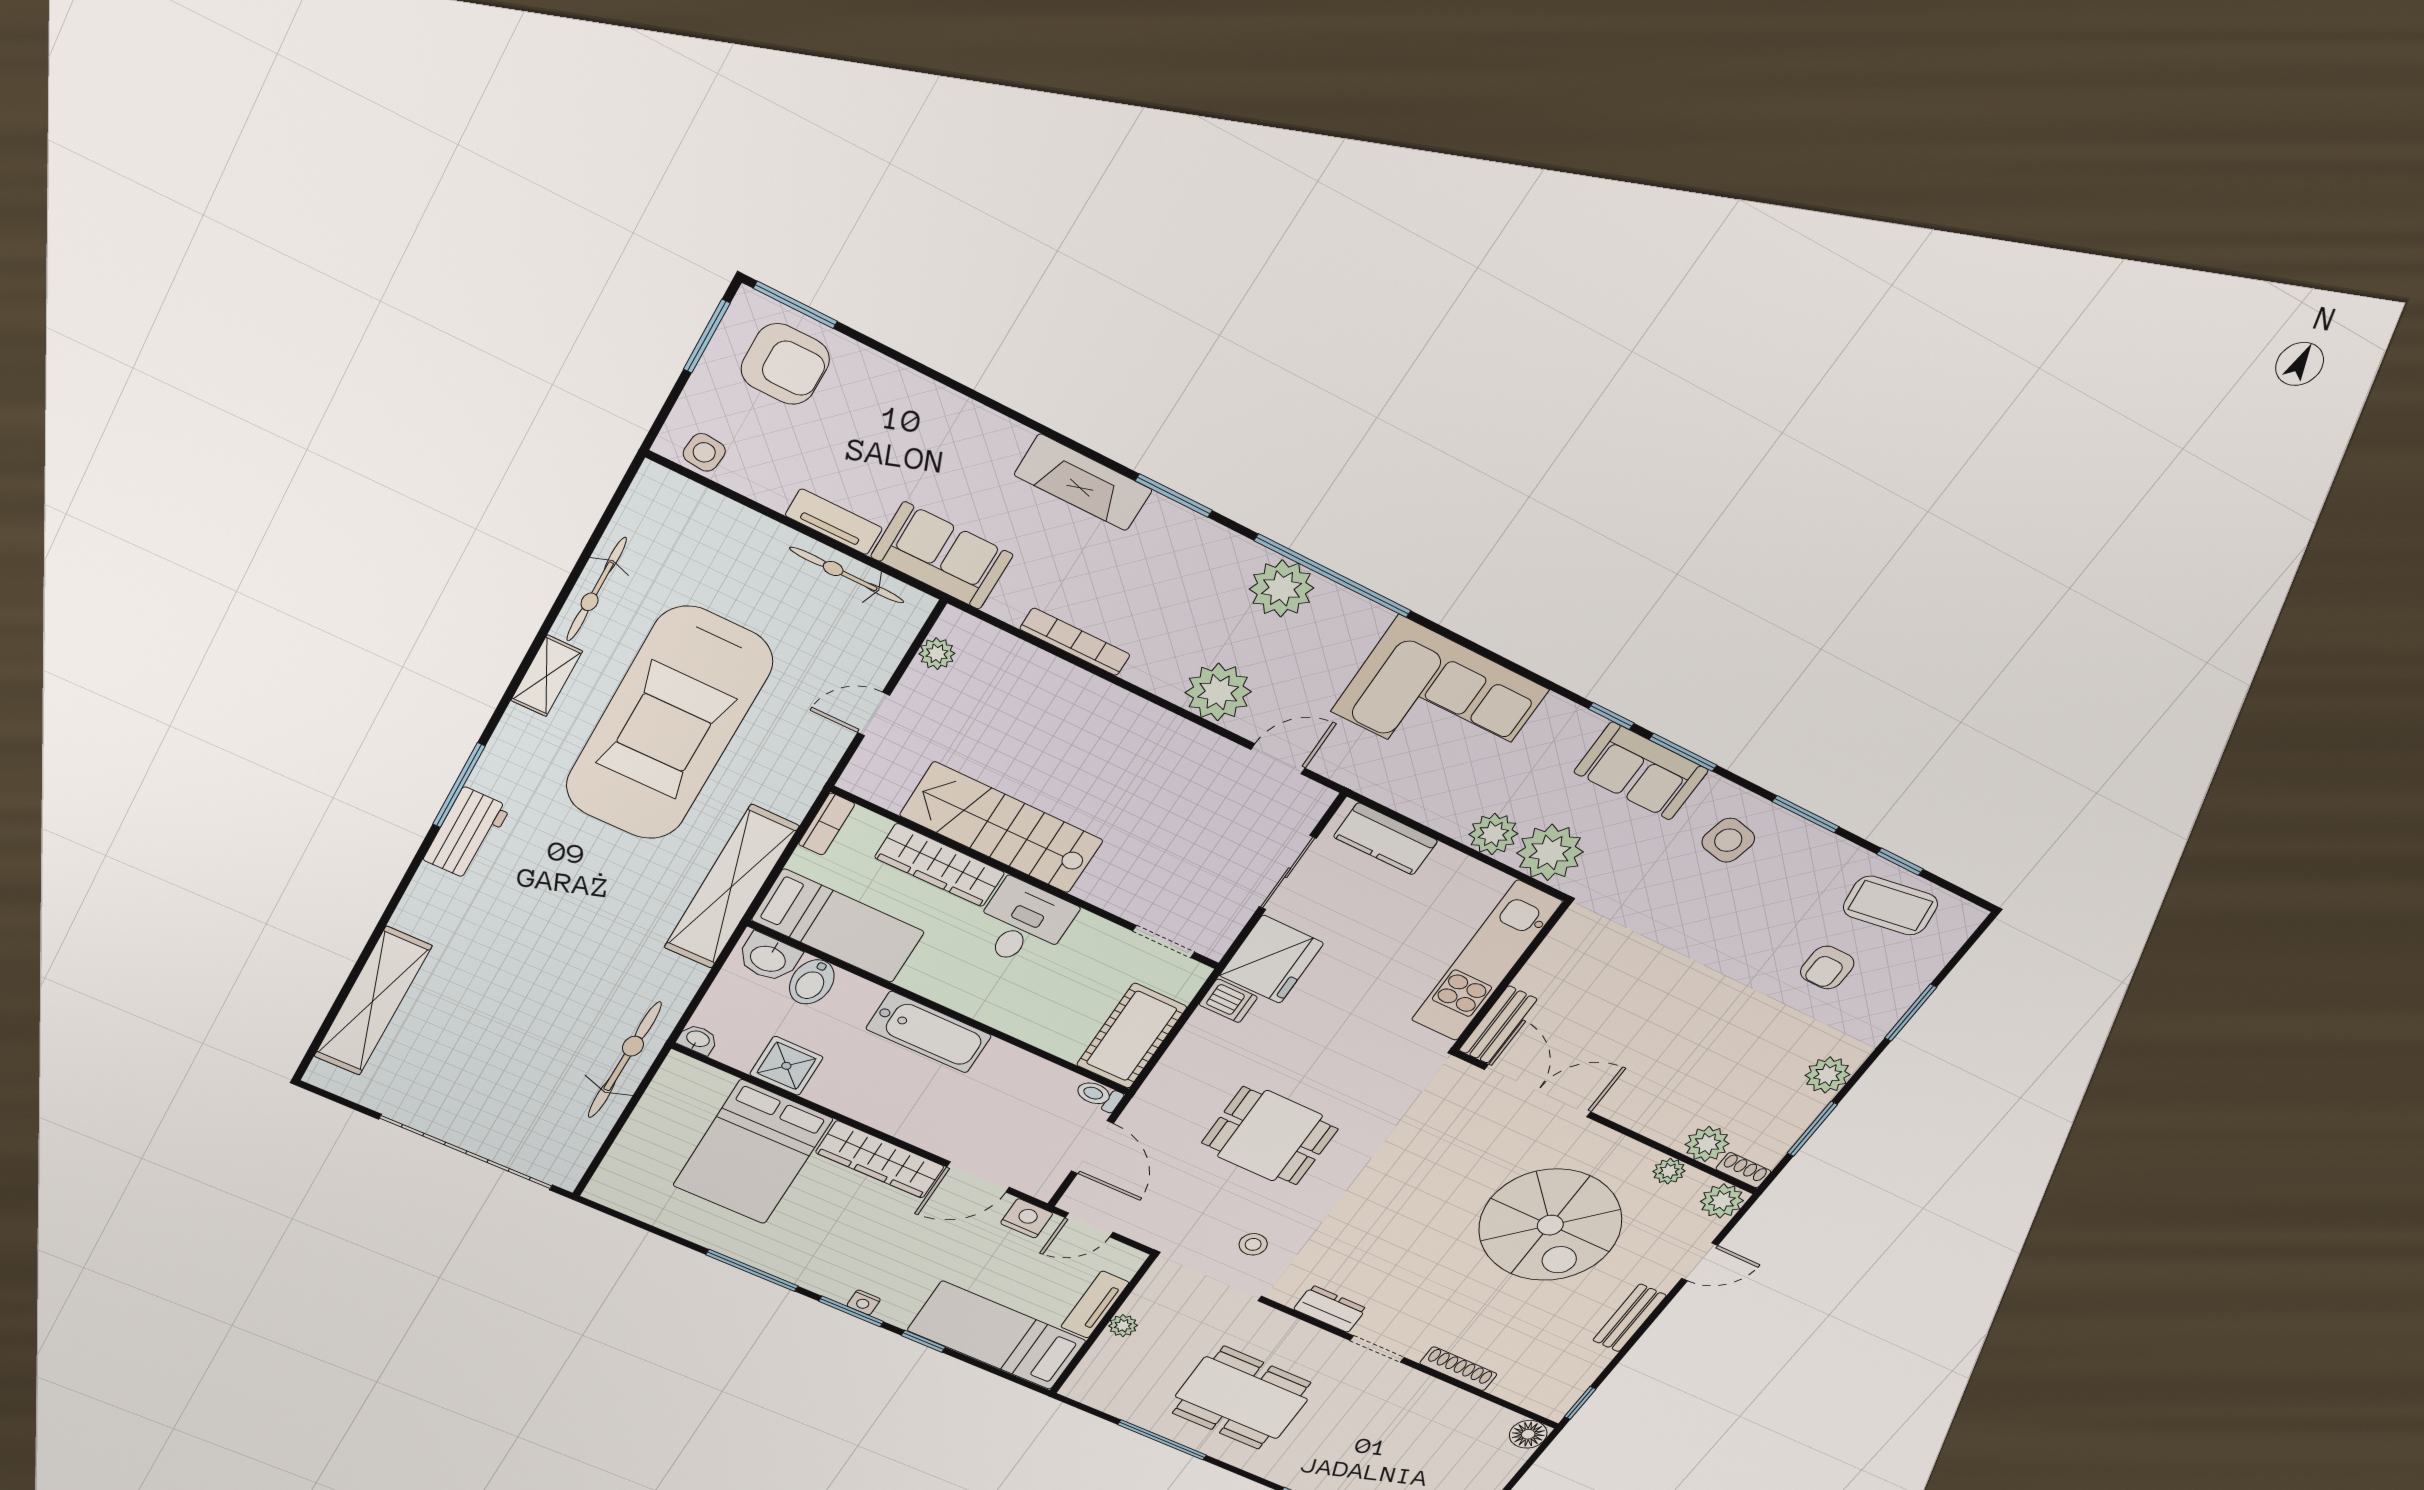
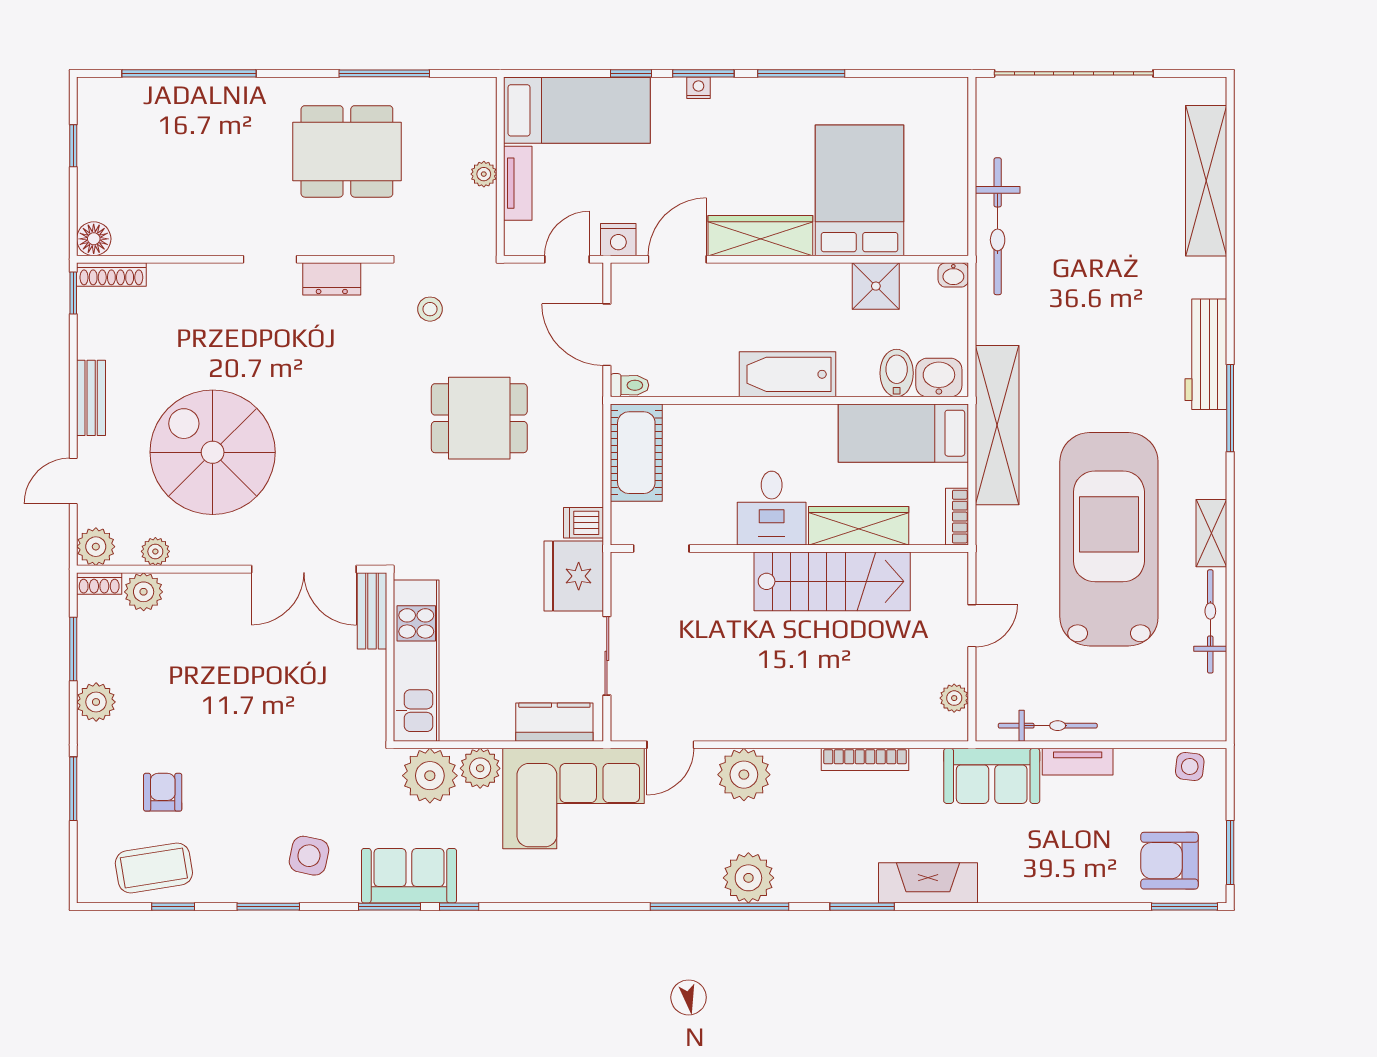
corner sofa: (1440, 701) -> (574, 799), moved, turned 180
workbench: (467, 834) -> (1206, 354), width x1.38
shoe rack: (1458, 1369) -> (111, 275), moved

